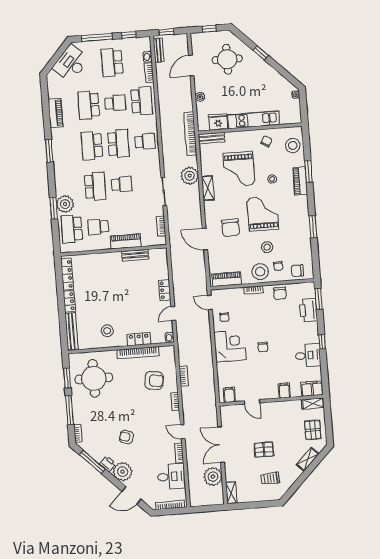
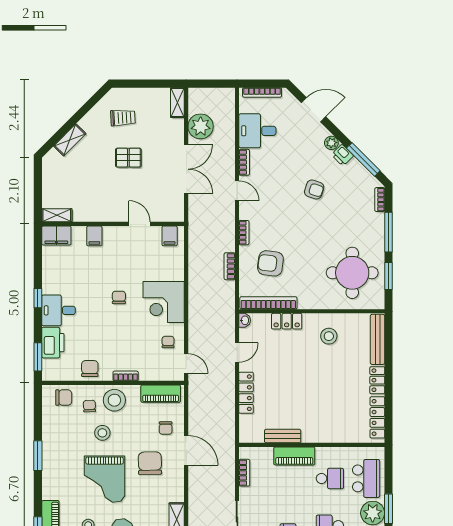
chair: (221, 254) -> (166, 428), added
locker: (165, 290) -> (246, 393), width x1.53
bookcase: (138, 353) -> (268, 303), moved
desk: (308, 355) -> (59, 310), moved
pallet: (313, 430) -> (60, 179), removed
plant: (123, 472) -> (331, 143), width x0.53, depth x0.53

